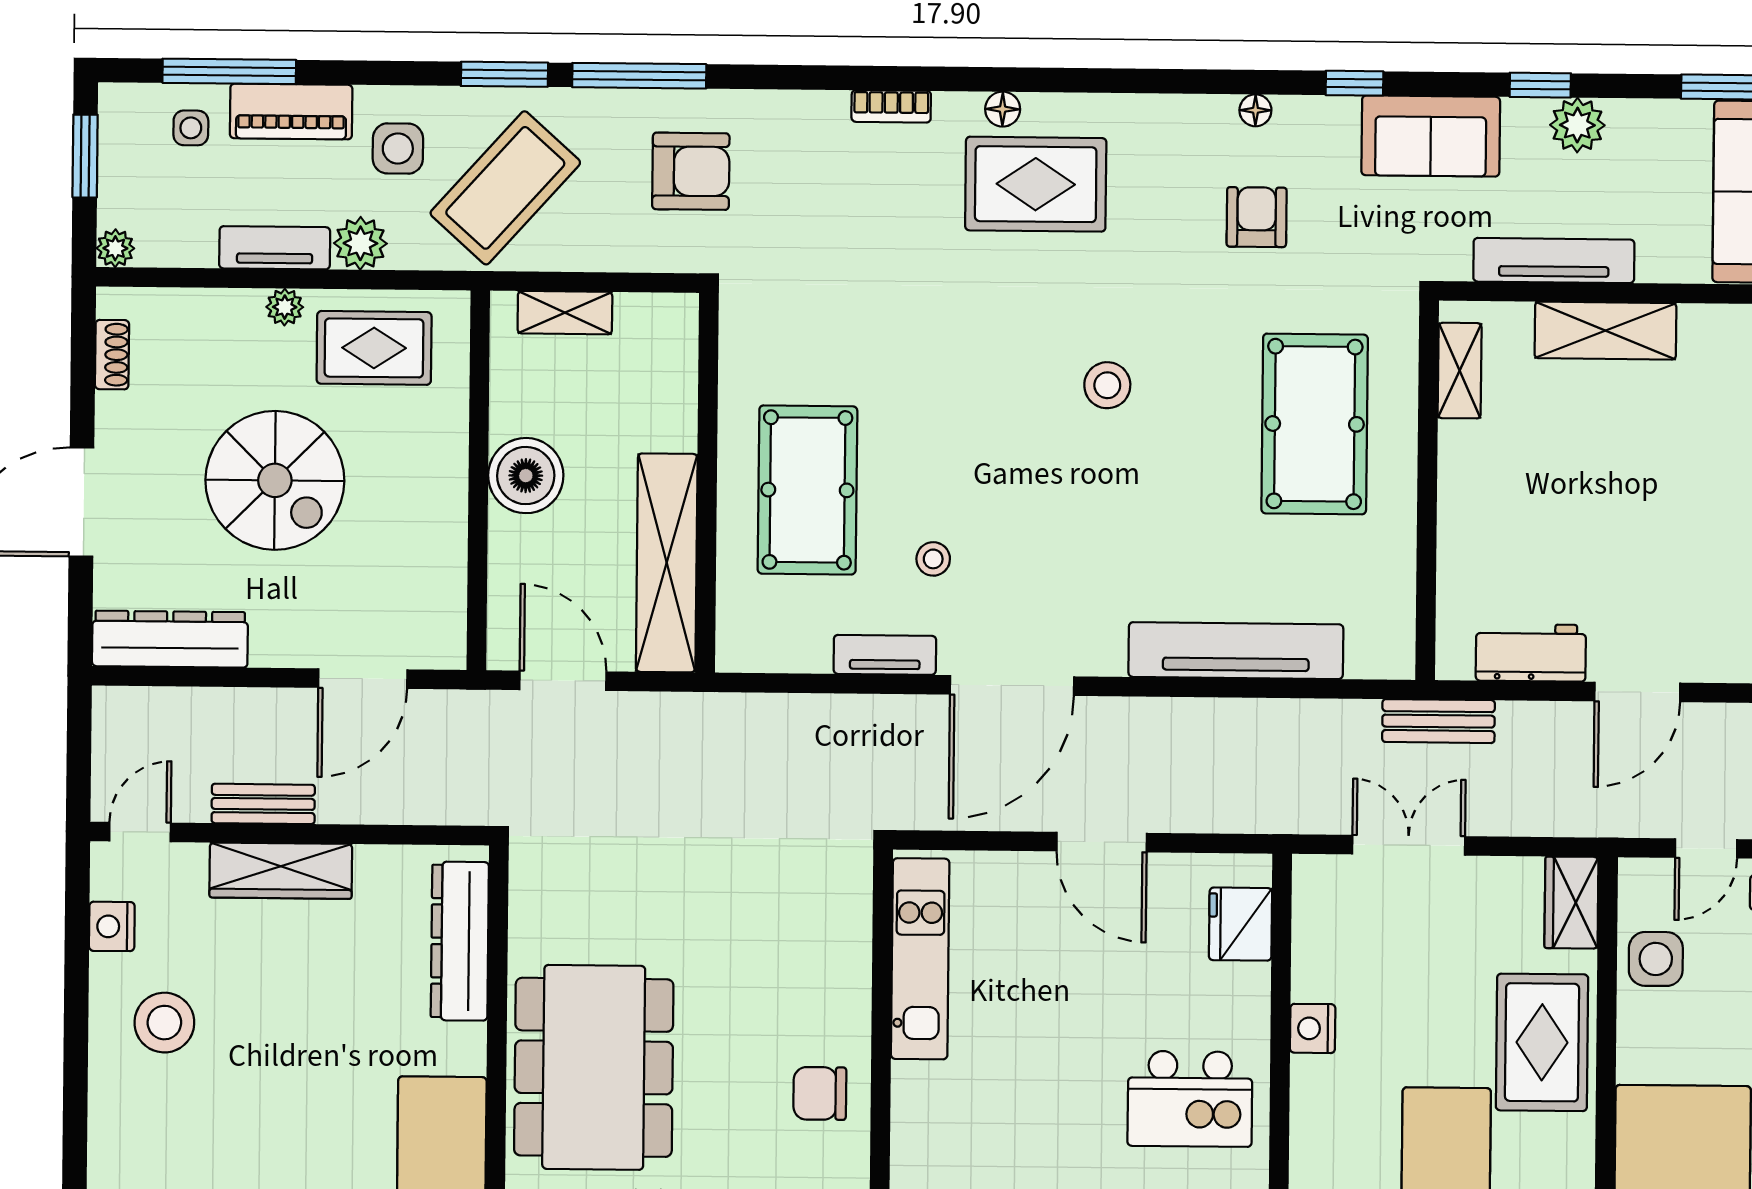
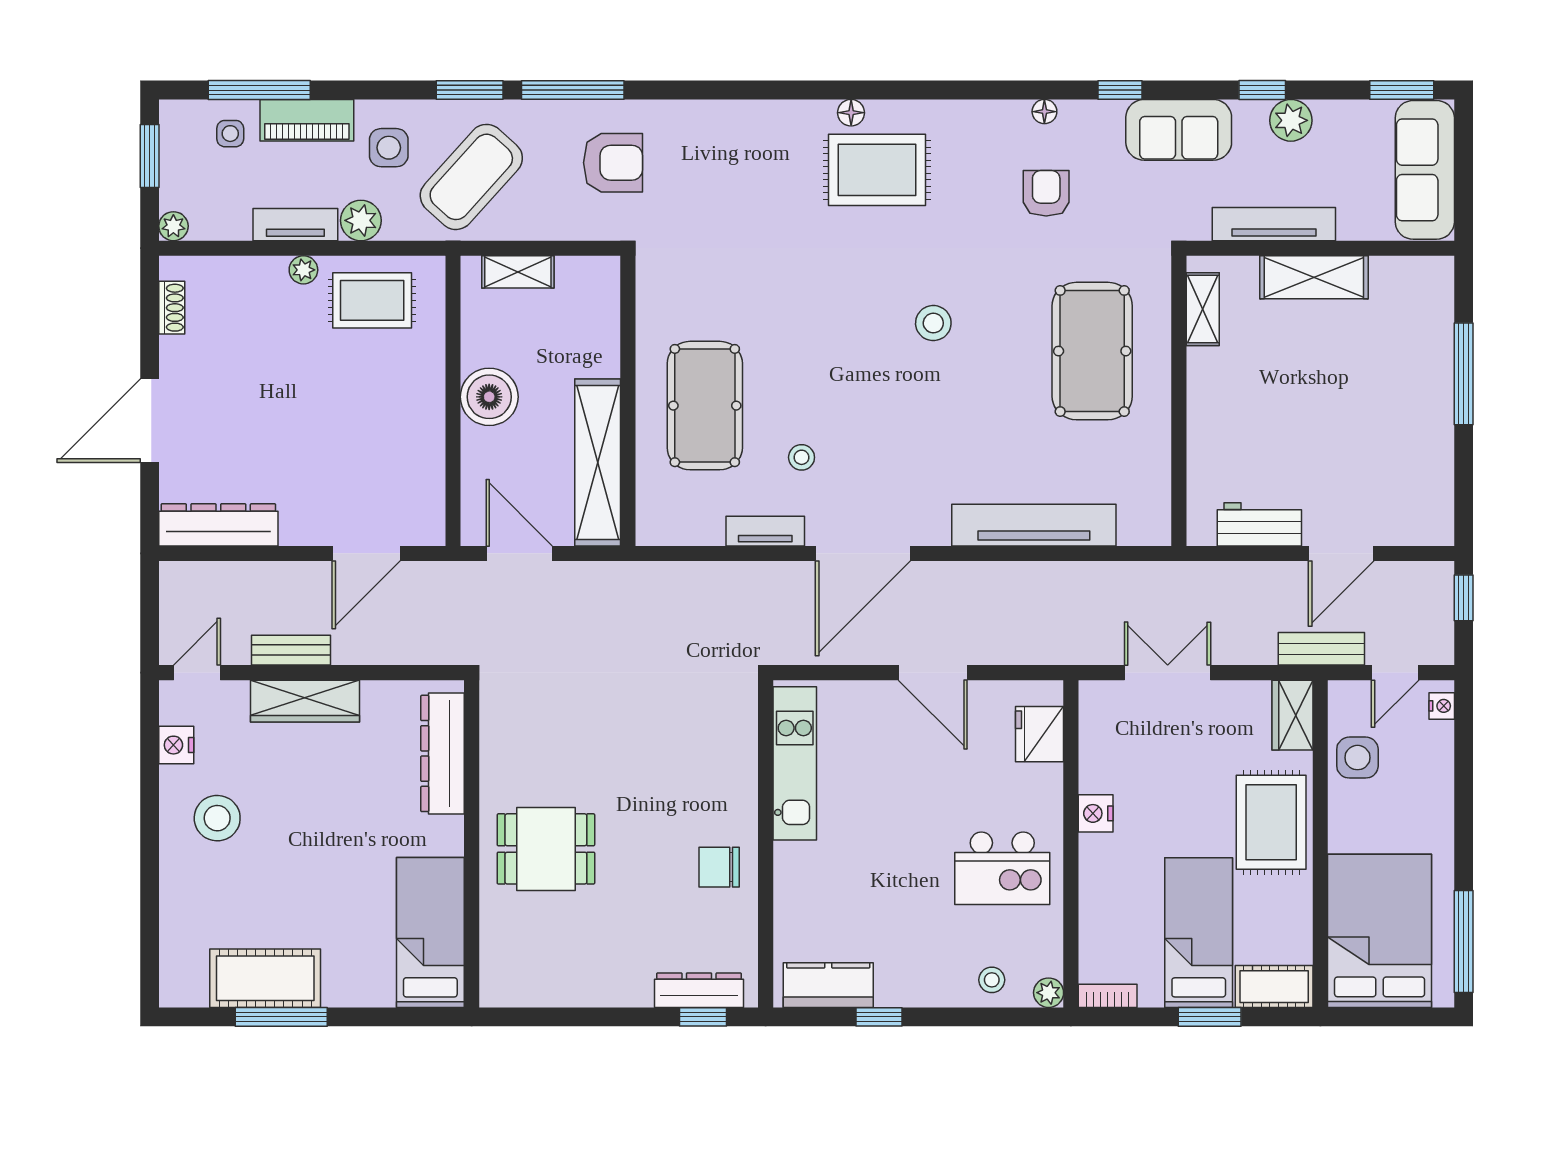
bookcase: (891, 106) -> (766, 111), removed
spiral stairs: (275, 480) -> (297, 403), removed
bench: (1438, 721) -> (1321, 649), moved
dining table: (594, 1067) -> (546, 849), width x0.53, depth x0.80

